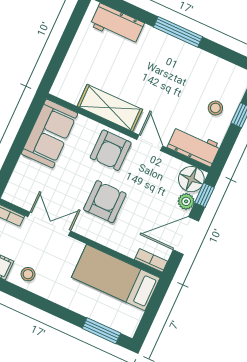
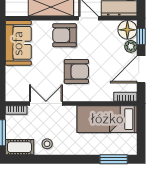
armchair: (111, 150) -> (64, 35), turned 90
armchair: (105, 202) -> (76, 72), turned 90

